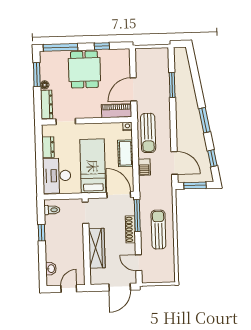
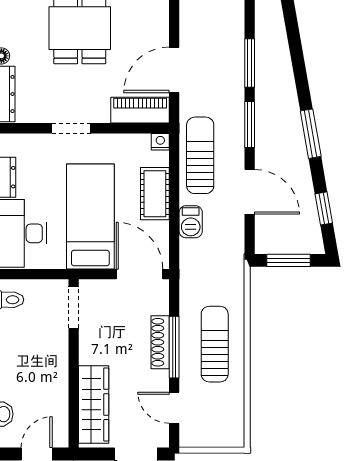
window: (173, 116) -> (250, 125), added
doorway: (66, 121) -> (71, 128), moved
sun lounger: (148, 133) -> (200, 155), turned 180
door: (174, 163) -> (250, 192), moved
window: (137, 215) -> (174, 347), moved
wardrobe: (97, 248) -> (94, 404), moved

